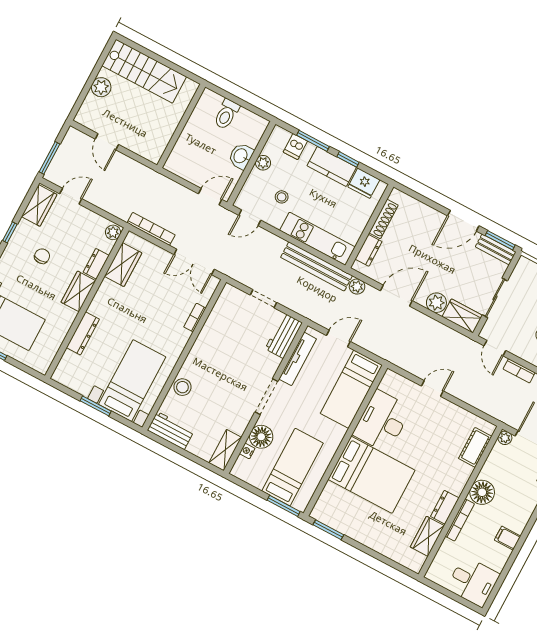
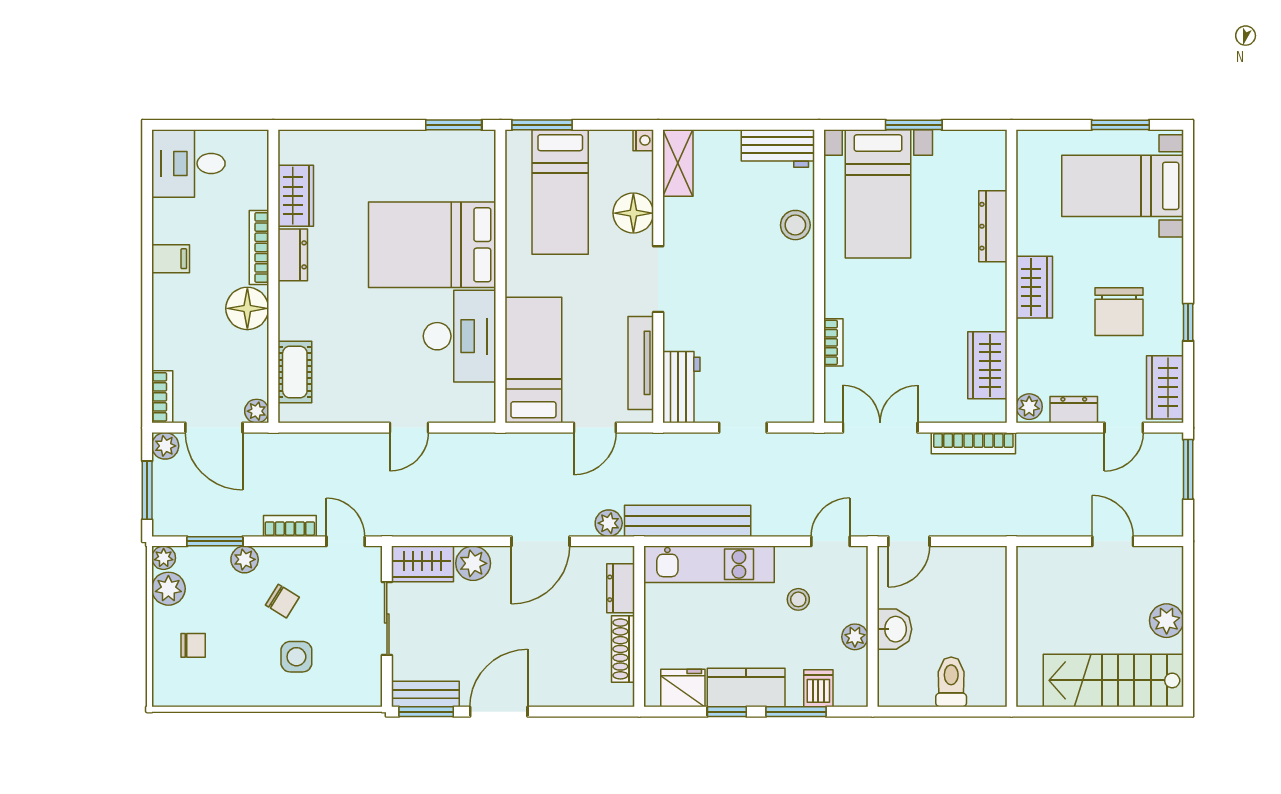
chair: (42, 256) -> (1119, 312), width x1.87, depth x1.87
dresser: (96, 264) -> (1074, 410), moved, turned -90
nightstand: (247, 451) -> (643, 140), moved

